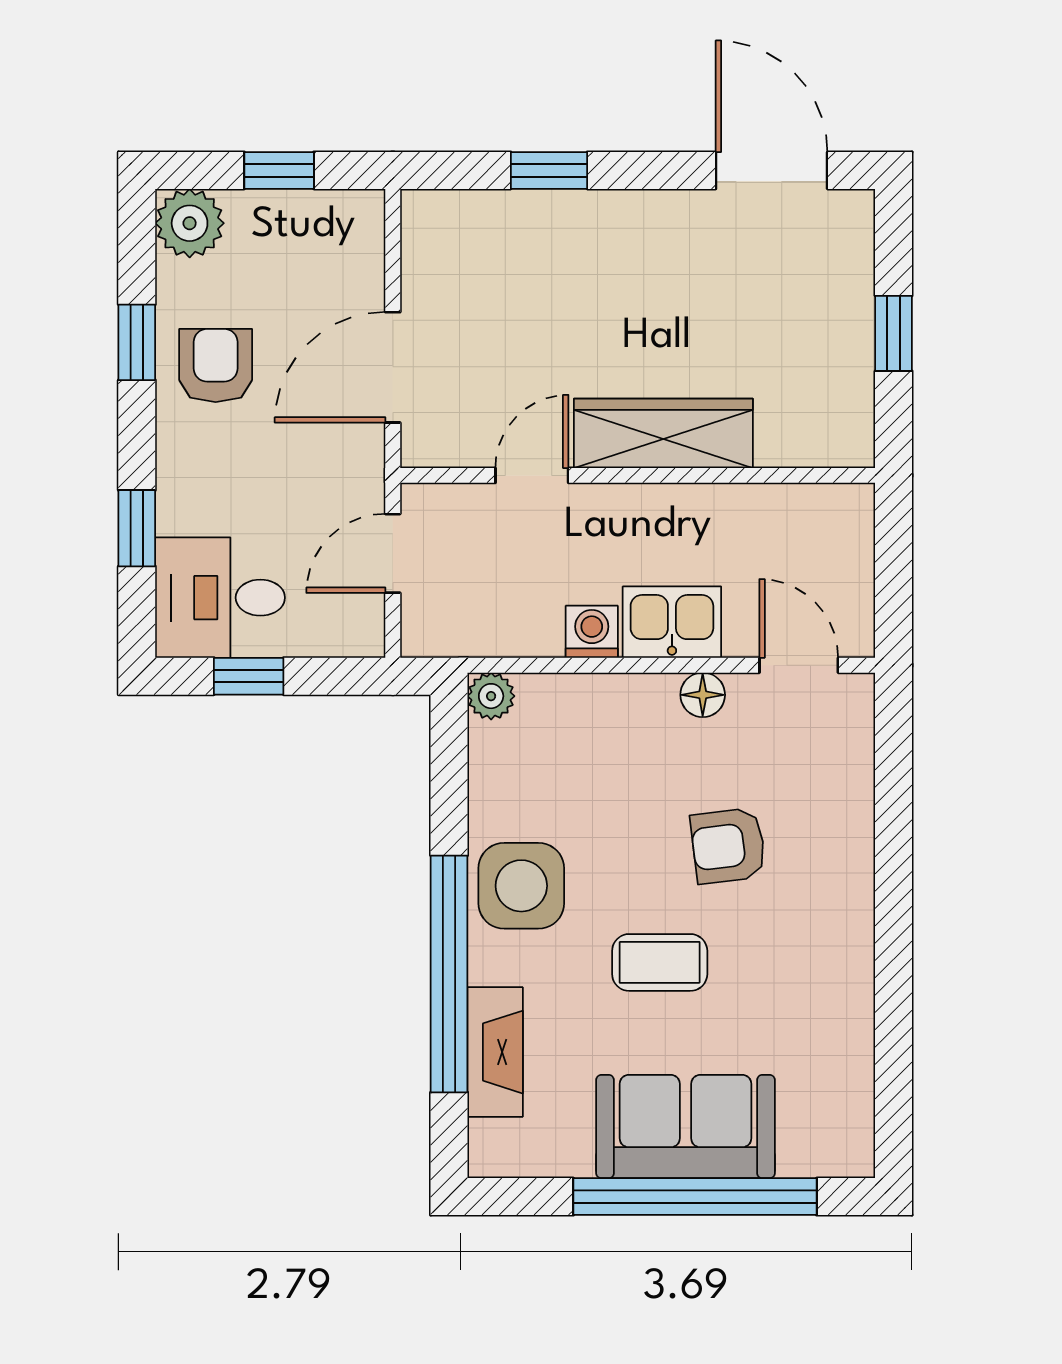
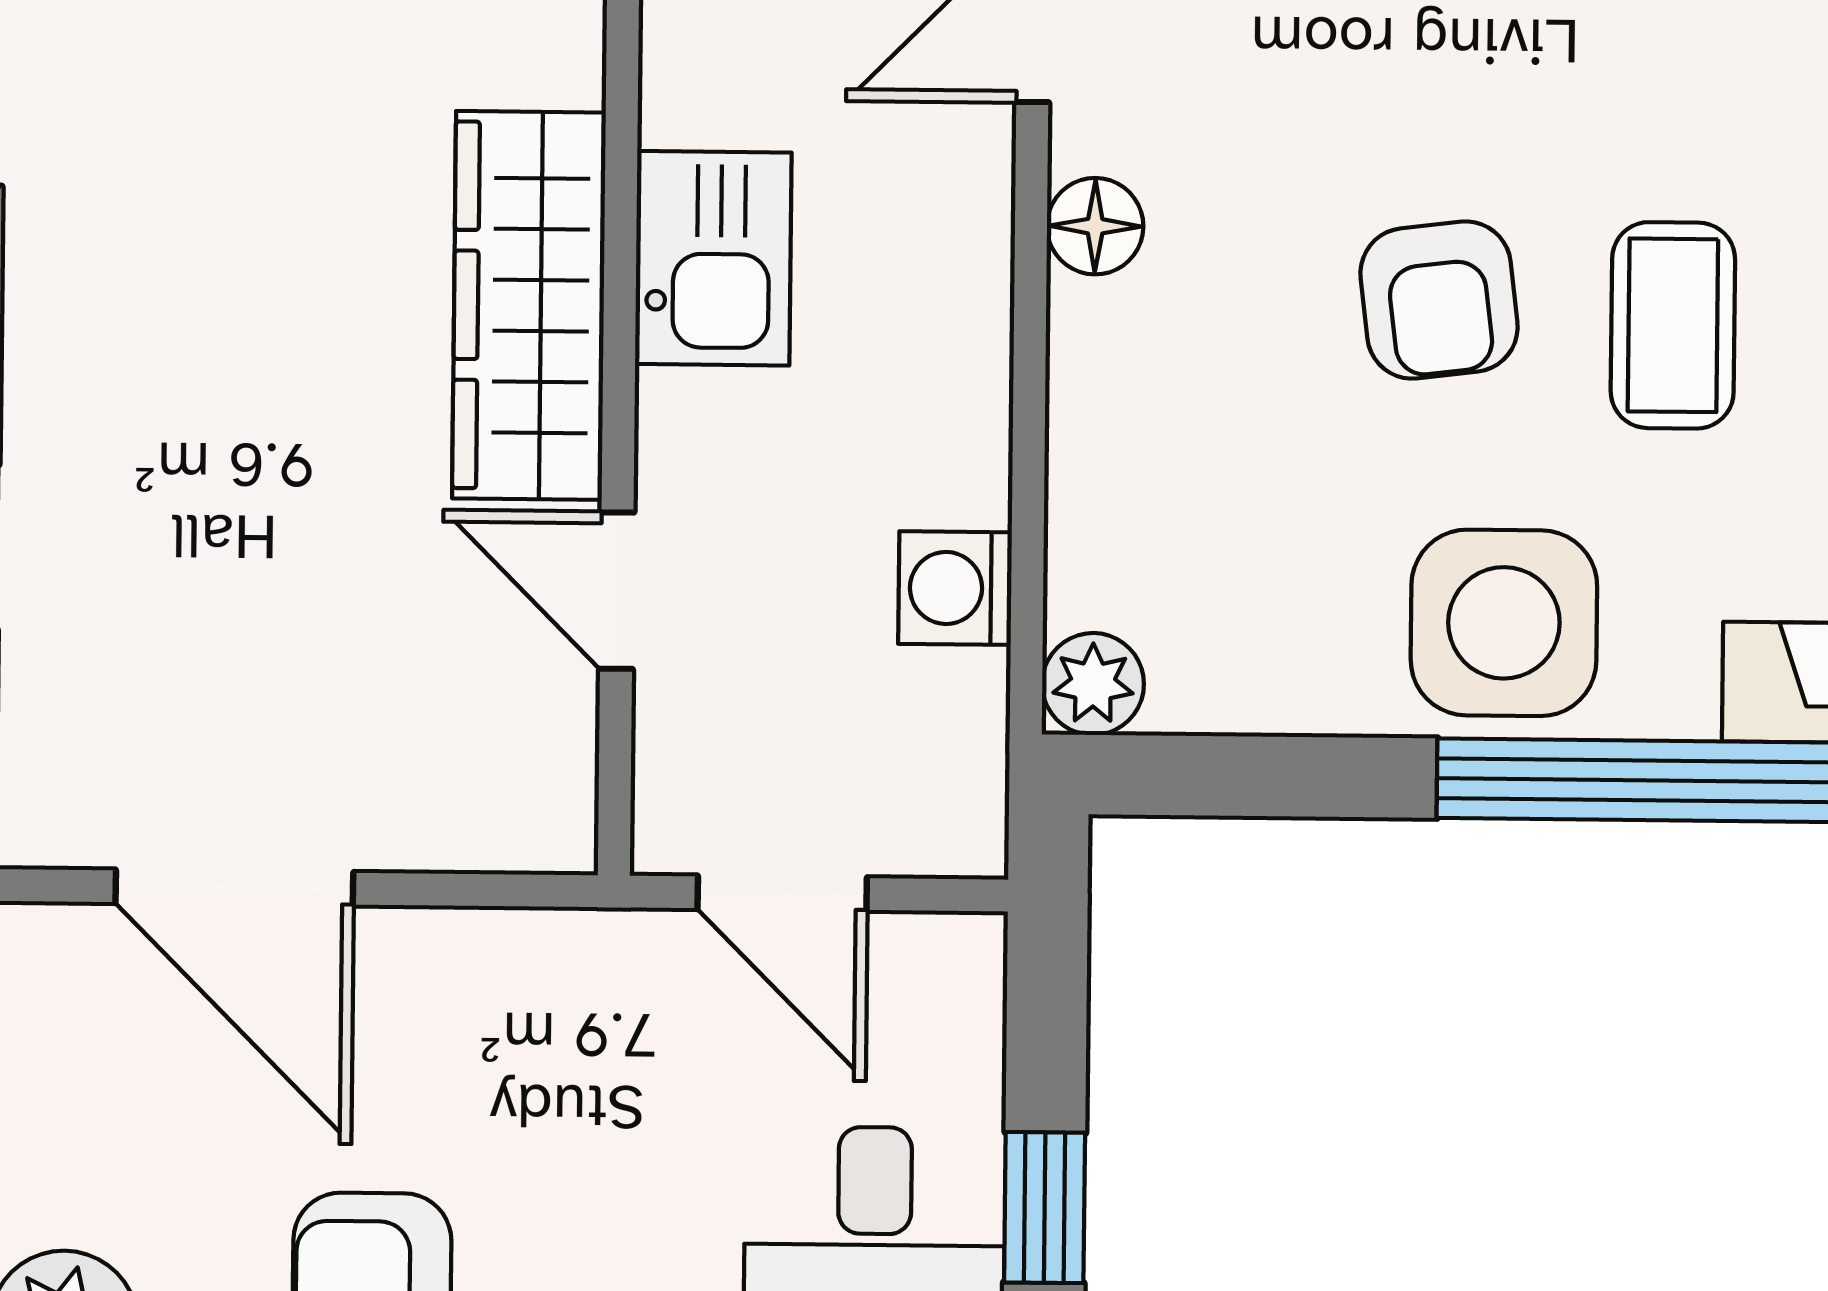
door: (393, 367) -> (234, 887), moved
kitchen sink: (672, 622) -> (713, 258), moved, turned 180
washing machine: (592, 632) -> (955, 588), moved
armchair: (728, 846) -> (1439, 300), moved

